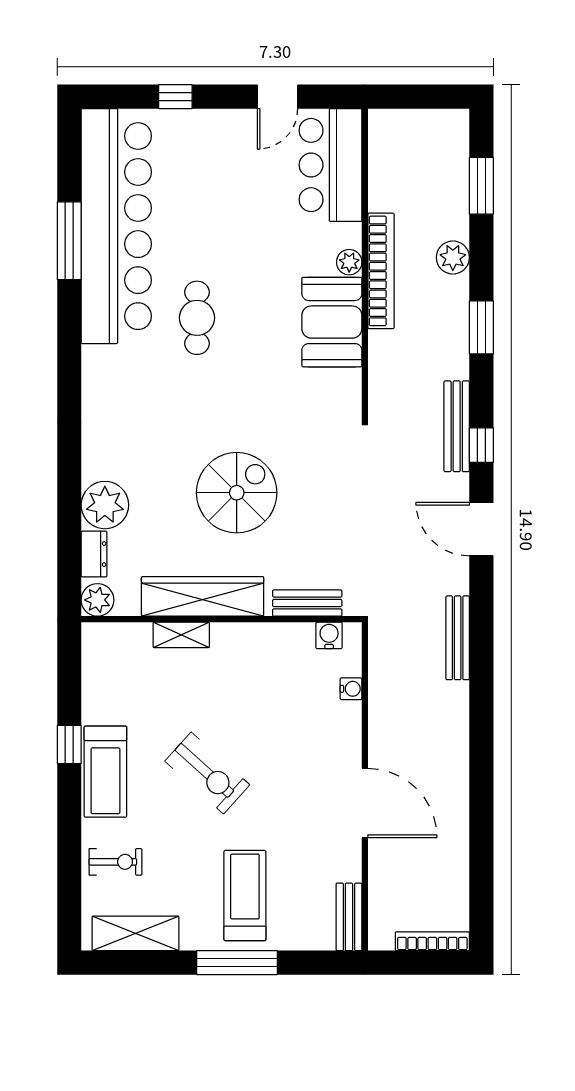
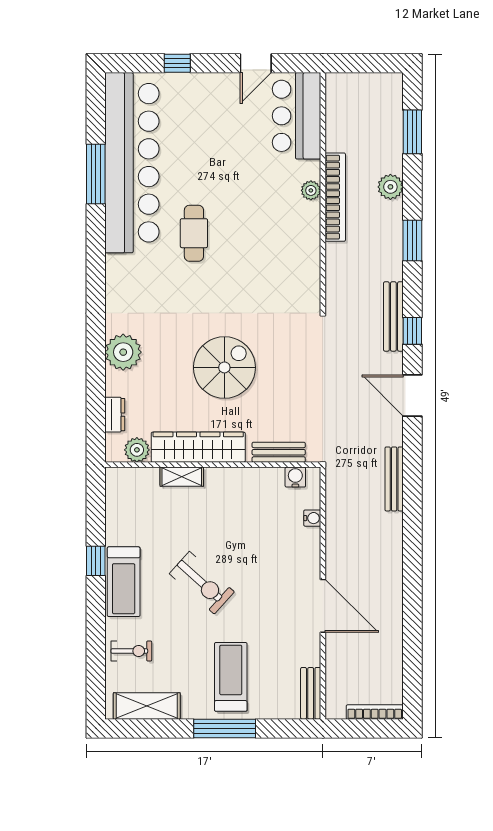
booth: (332, 322) -> (298, 236), removed
plant: (105, 505) -> (123, 352), moved
plant: (97, 600) -> (137, 450), moved

